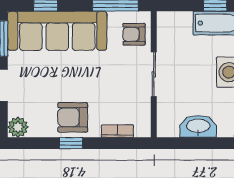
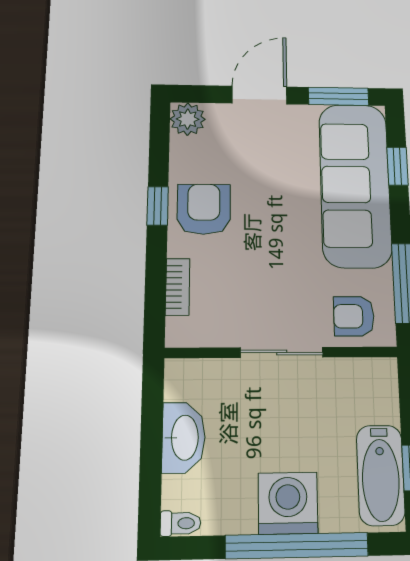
armchair: (134, 34) -> (354, 316), turned -90

